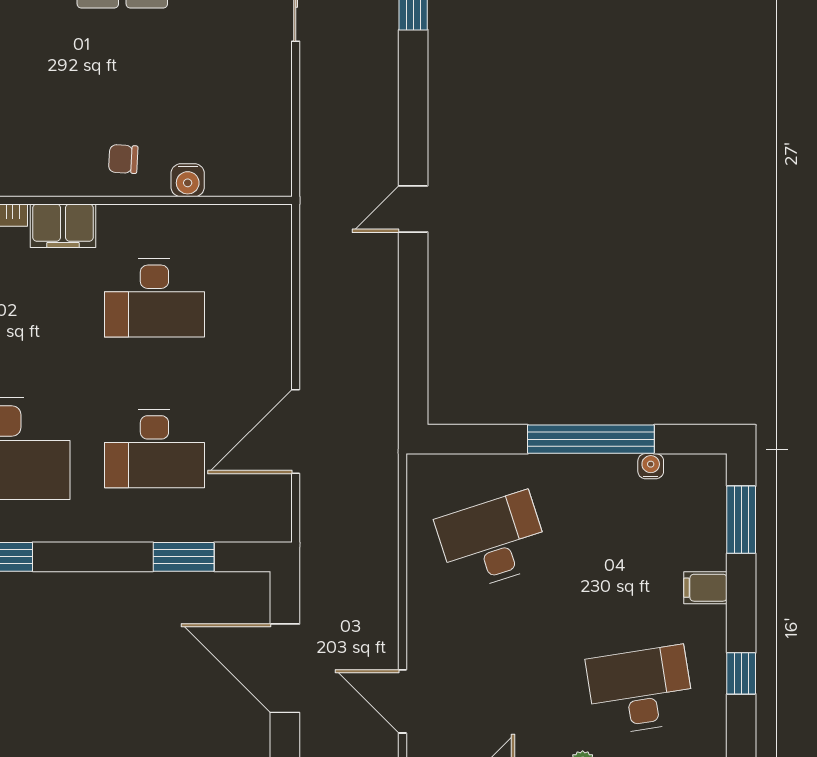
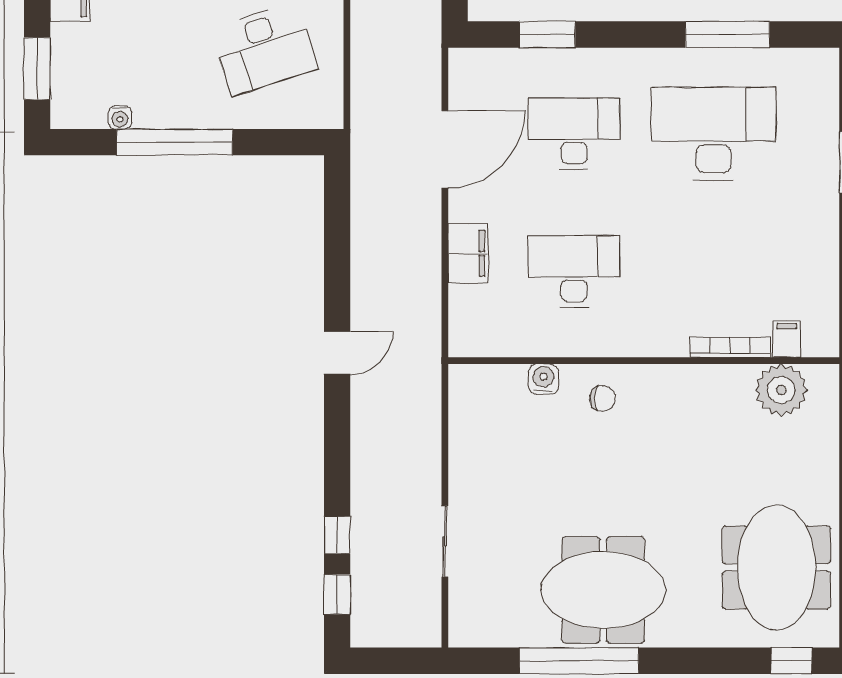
filing cabinet: (63, 226) -> (468, 253), moved, turned 90

